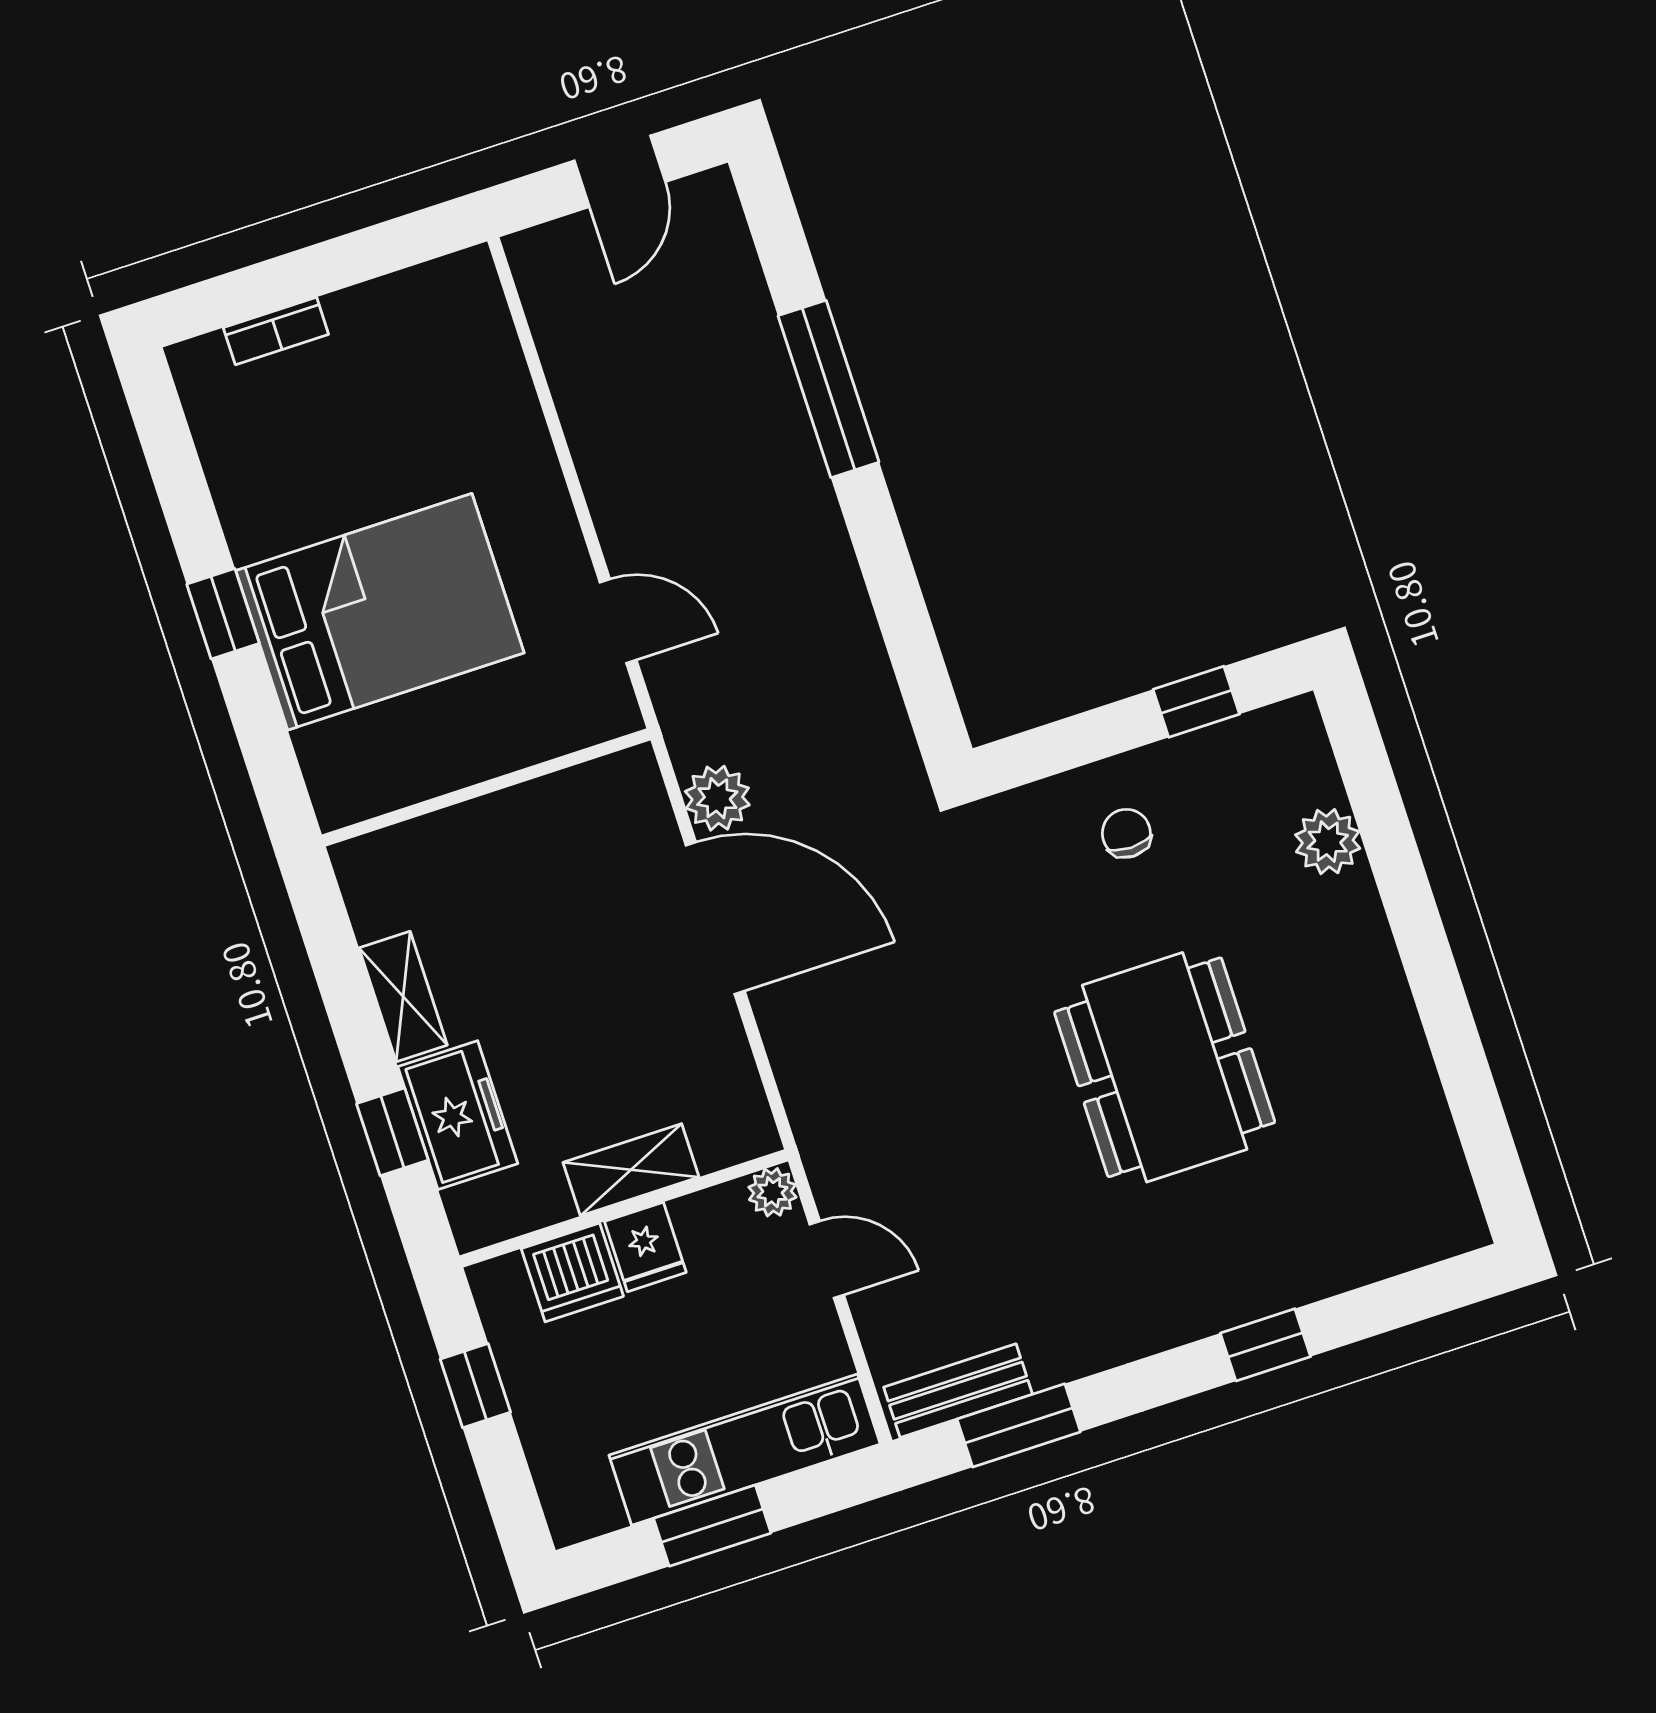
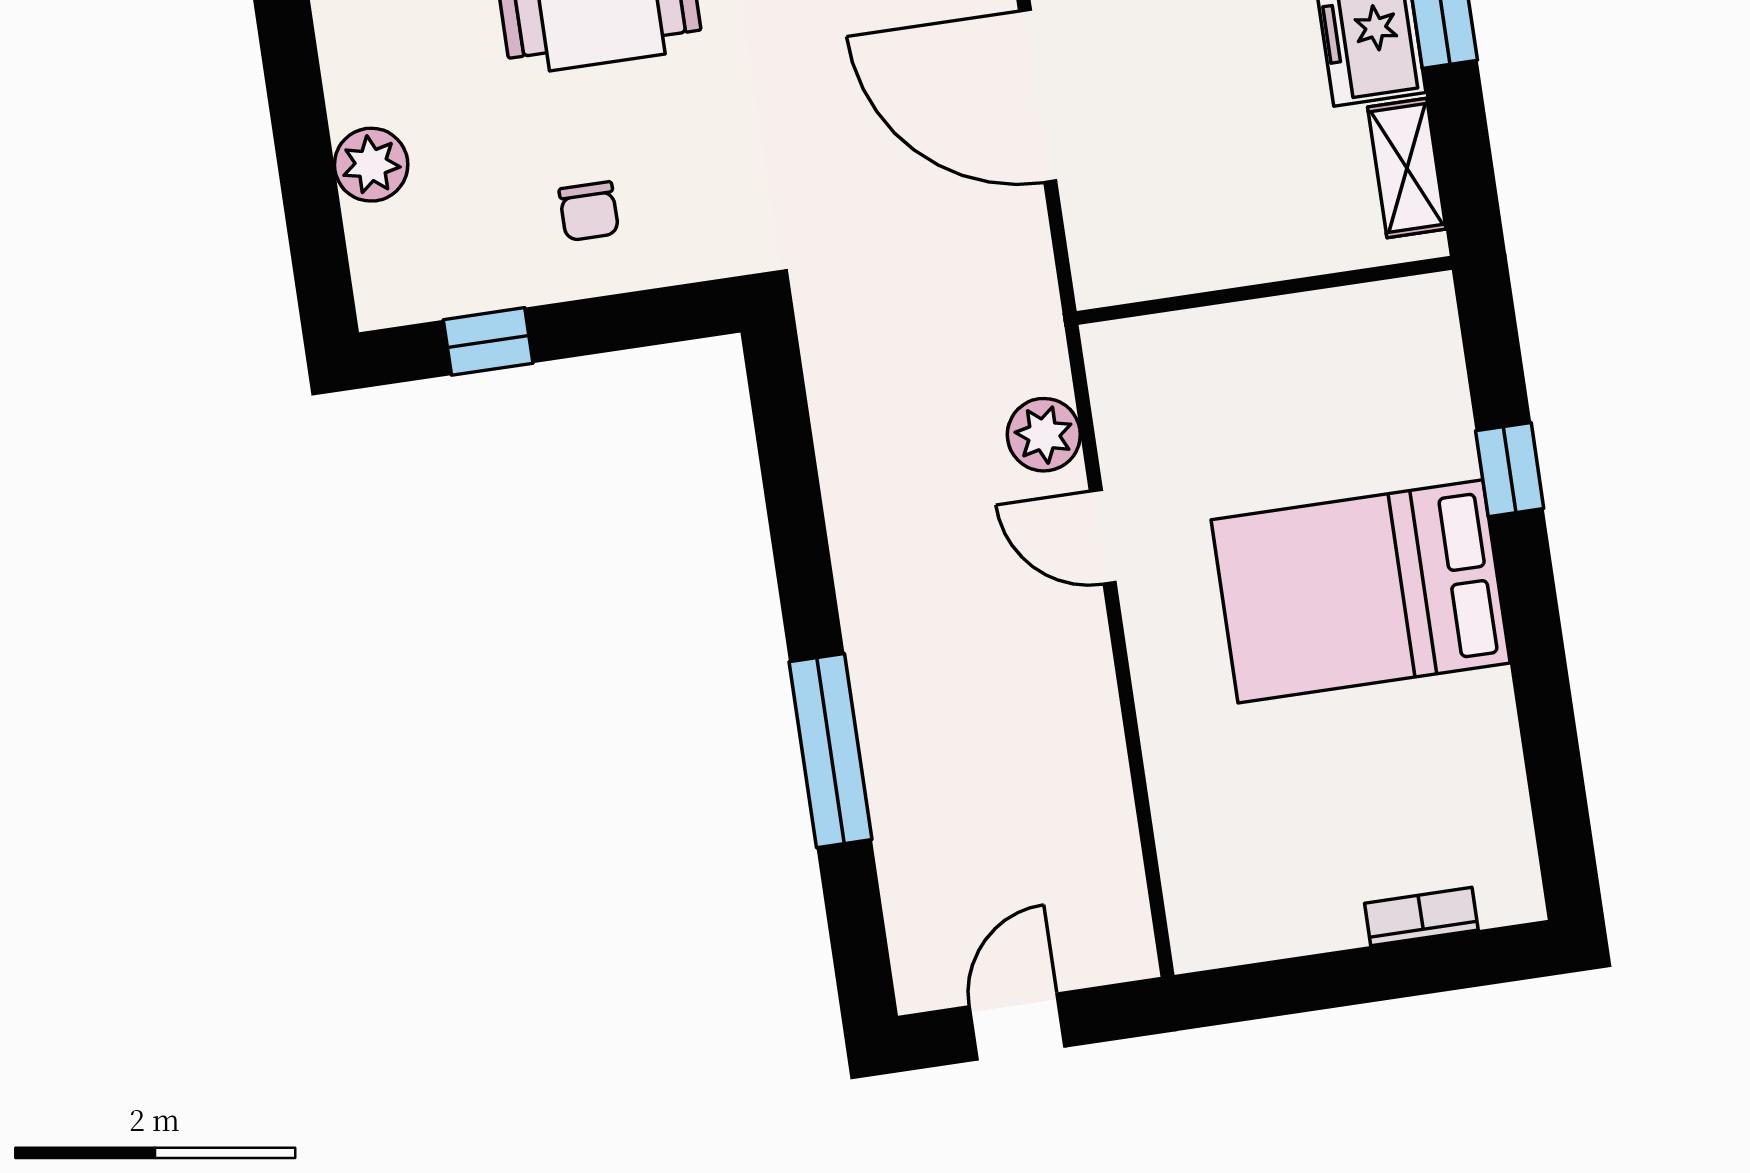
window: (223, 614) -> (1510, 470), moved
wall: (486, 787) -> (1264, 290), moved
plant: (717, 798) -> (1044, 435), moved
door: (715, 918) -> (1038, 96), moved

